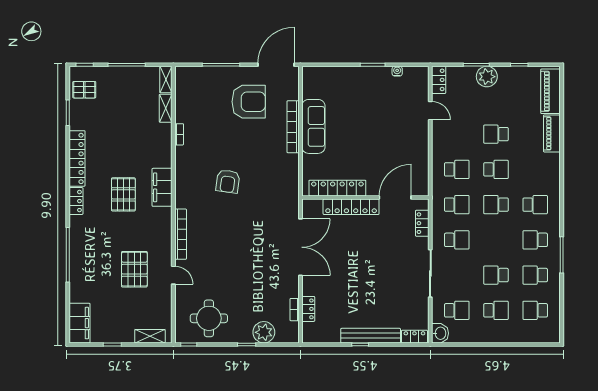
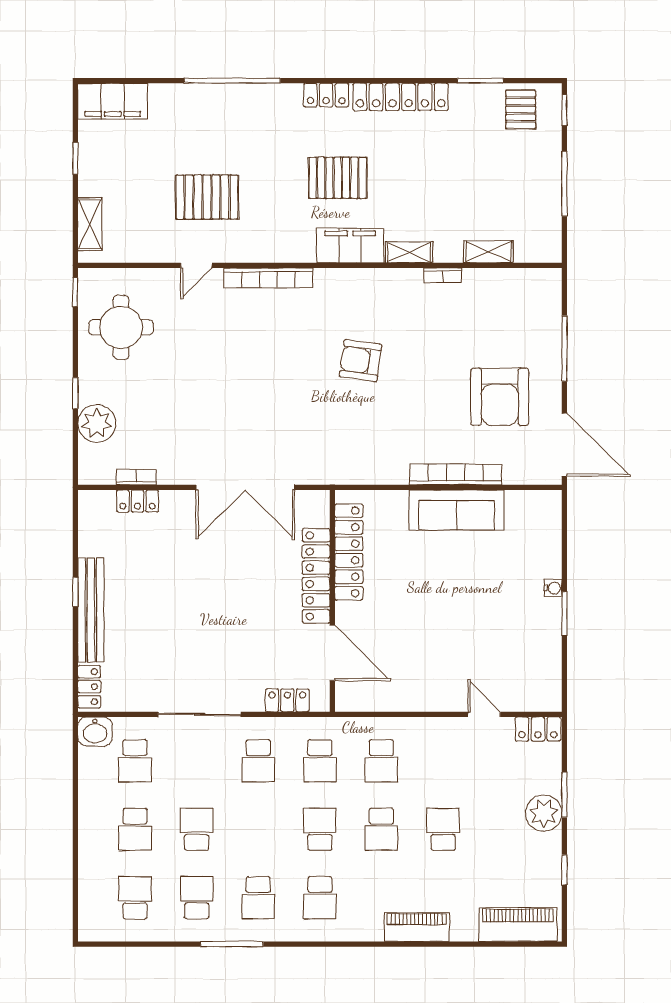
water cooler: (397, 71) -> (553, 588), moved
shelving: (166, 80) -> (409, 252), moved
door: (430, 111) -> (484, 714), swing flipped
piano: (552, 133) -> (417, 927), moved
school desk: (535, 240) -> (258, 898), turned 180

